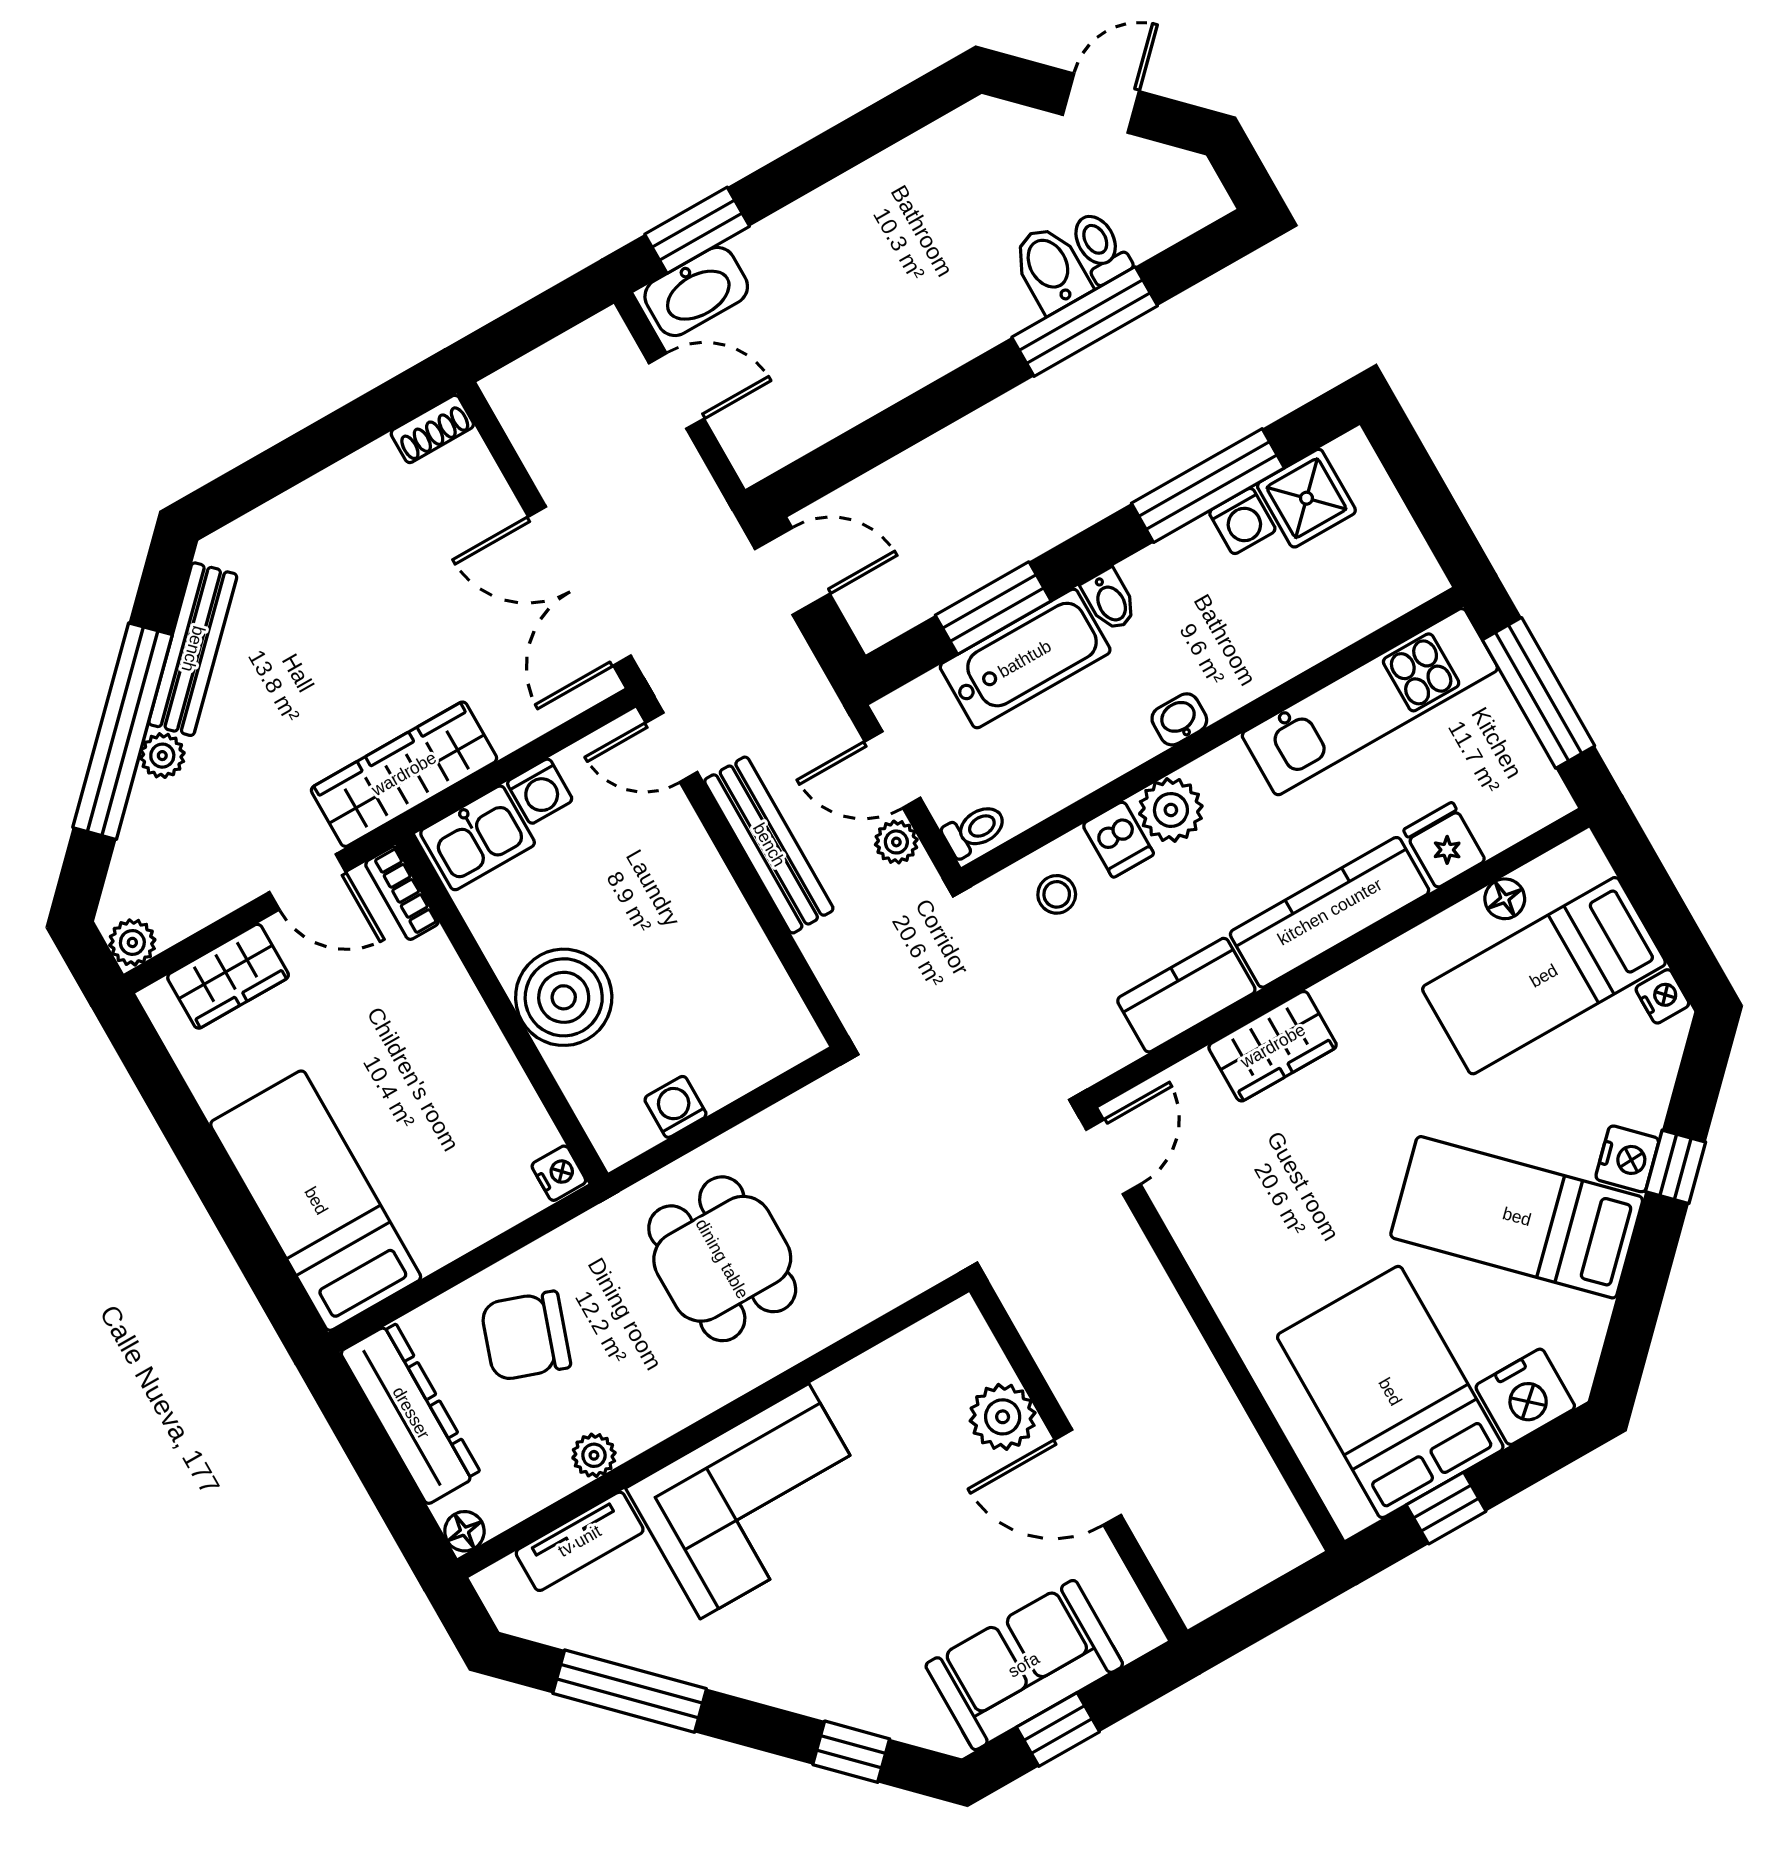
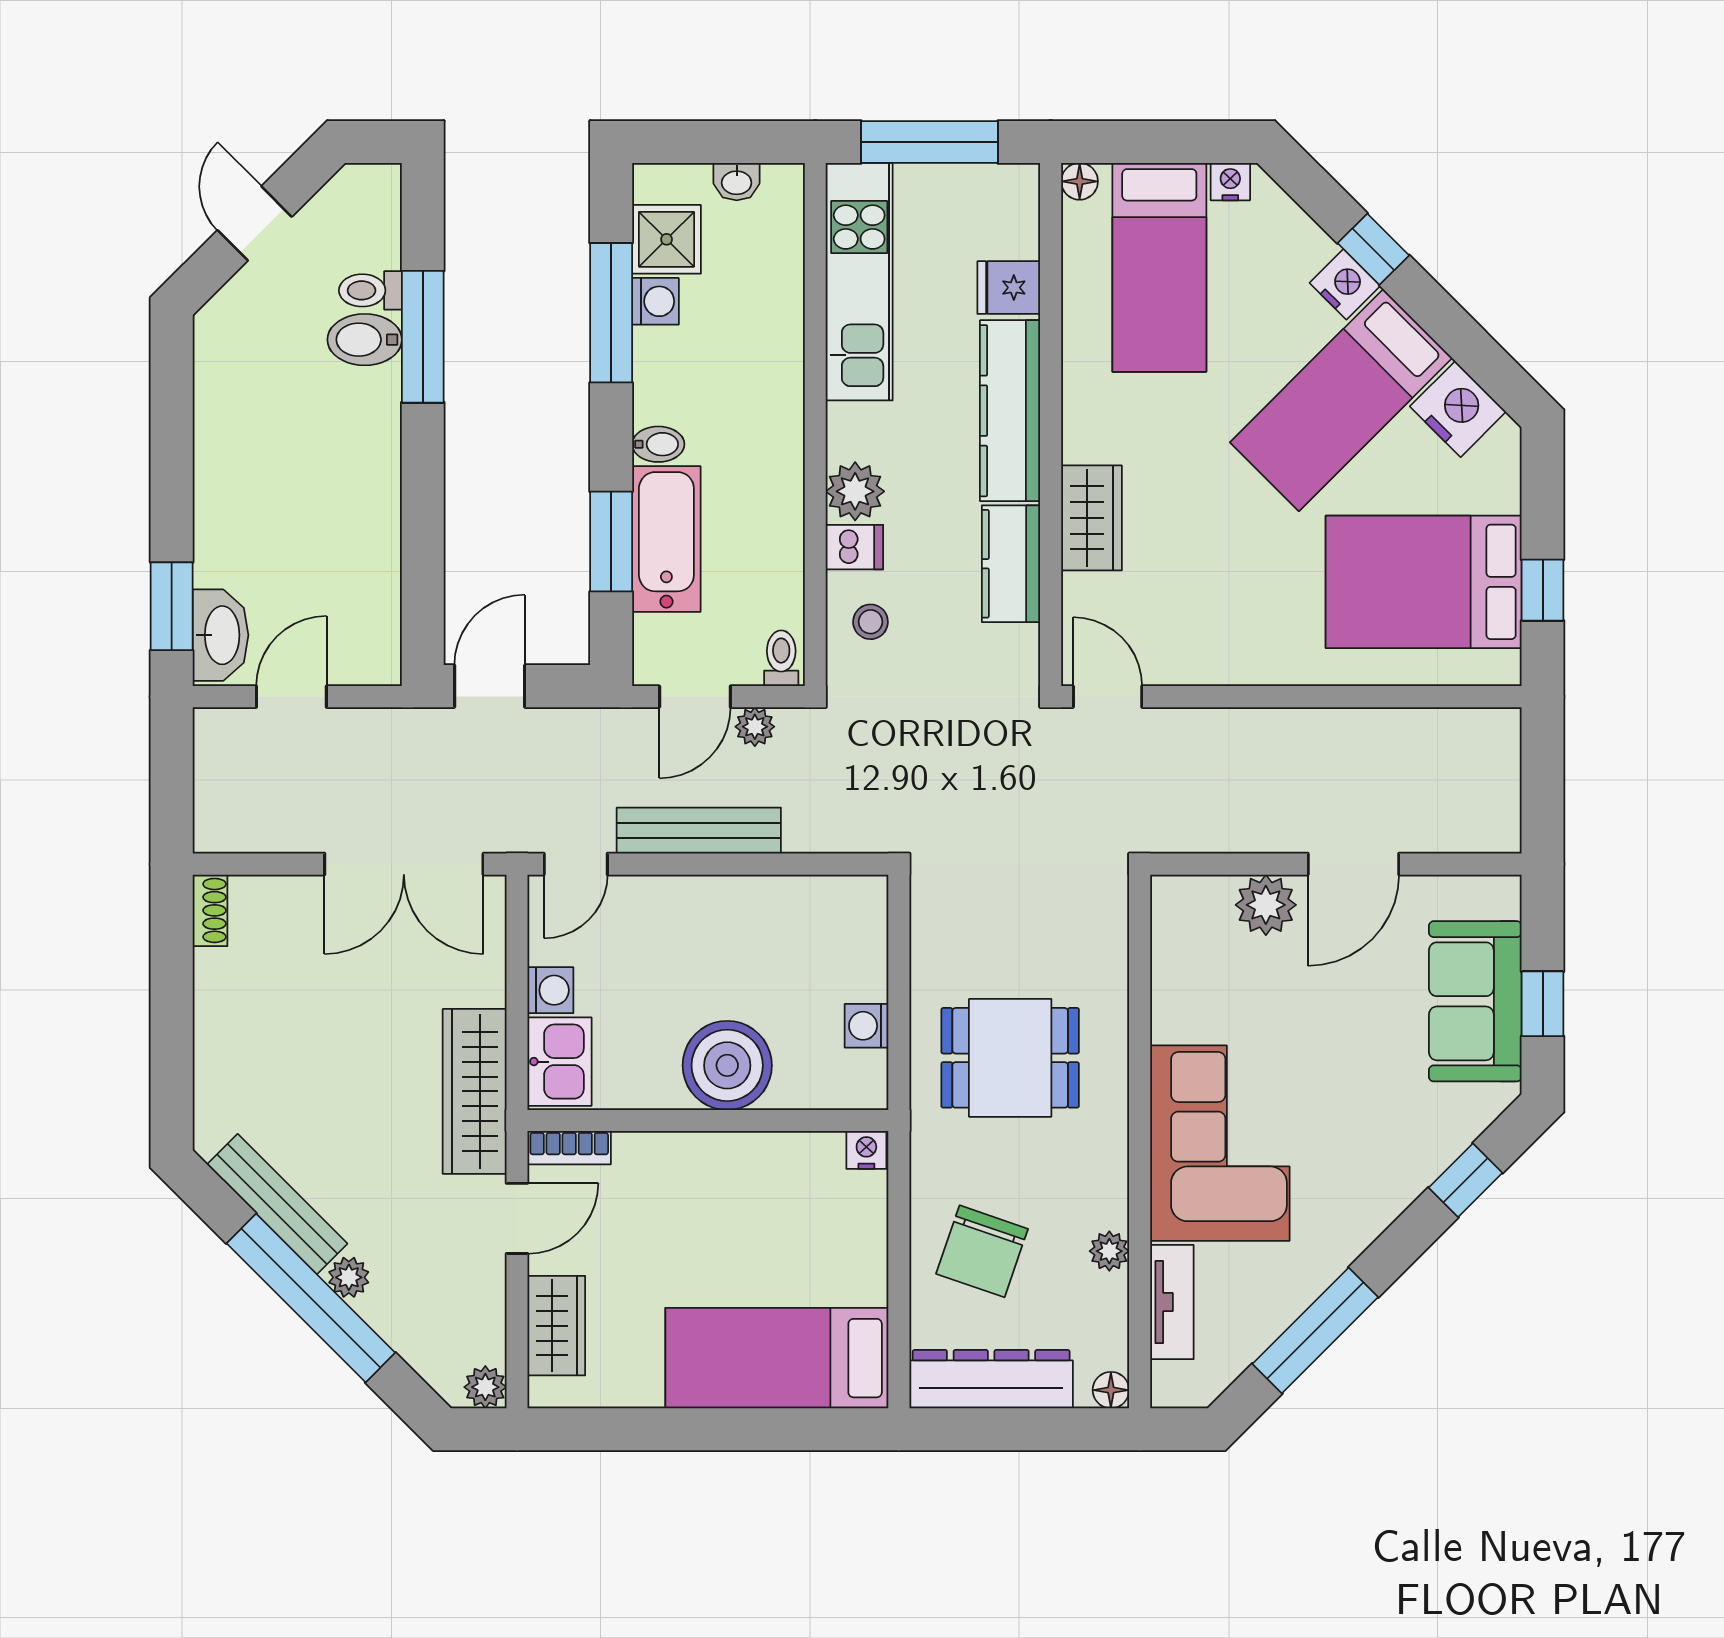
washbasin: (1179, 719) -> (737, 182), moved, turned -90
floor lamp: (1505, 899) -> (1080, 181), moved
nightstand: (1525, 1397) -> (1458, 409), moved, turned -45

